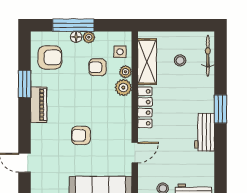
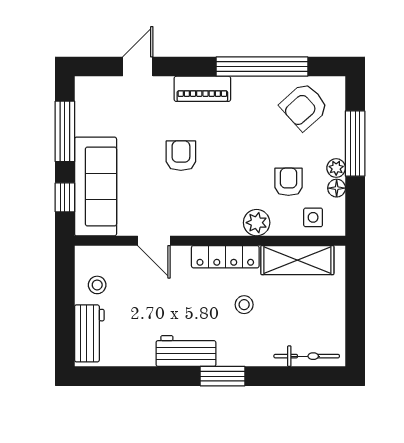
floor lamp: (76, 37) -> (337, 188), moved
armchair: (50, 57) -> (304, 107), turned 48
stool: (180, 60) -> (244, 305), moved
plant: (126, 72) -> (282, 226), removed
window: (25, 84) -> (262, 67), width x2.11
piano: (39, 105) -> (202, 89), moved

